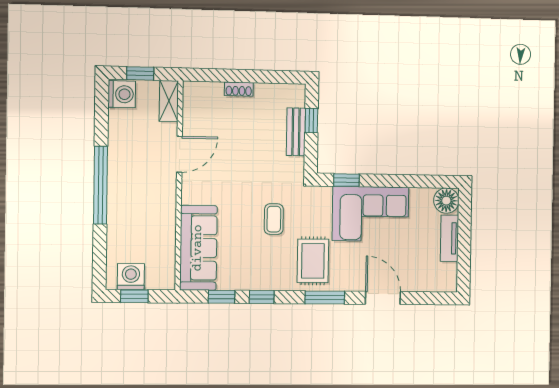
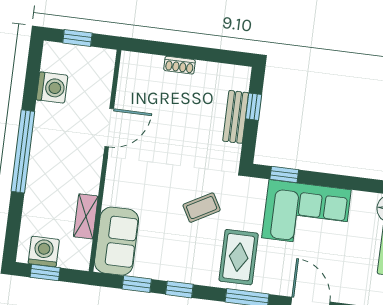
washing machine: (122, 94) -> (52, 88), moved
shelving: (169, 101) -> (86, 216), moved
coffee table: (274, 219) -> (202, 208), turned 61
sofa: (198, 248) -> (117, 241), width x0.73

